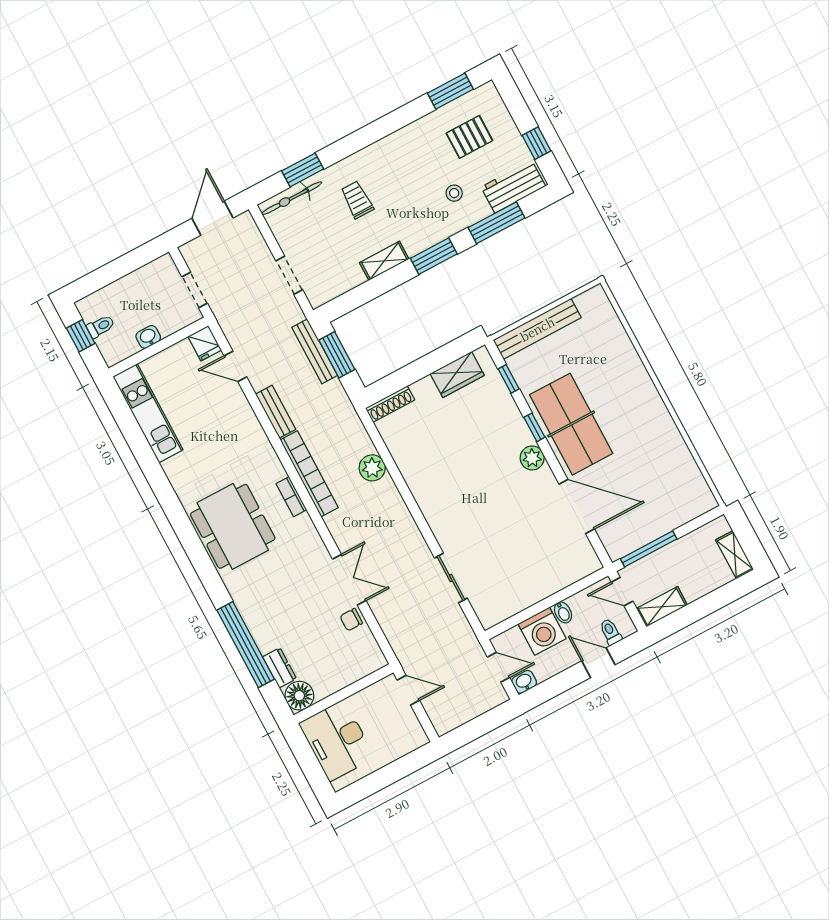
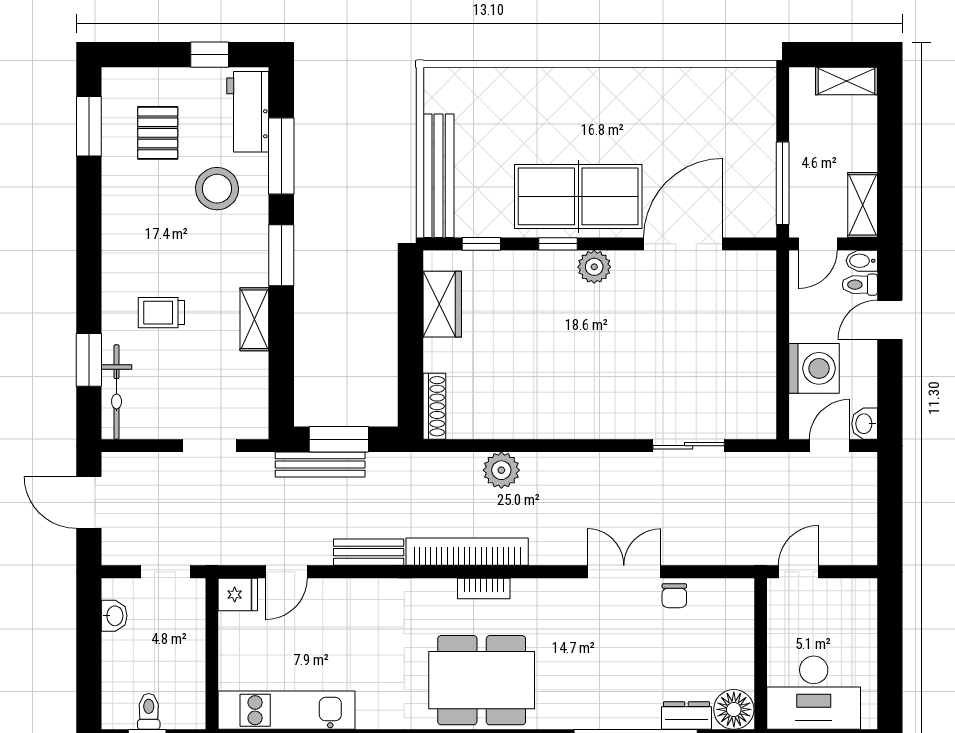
stool: (454, 193) -> (217, 189), width x1.89, depth x1.89
washbasin: (148, 337) -> (114, 616), moved, turned 180
bidet: (563, 612) -> (862, 261), moved, turned 180

